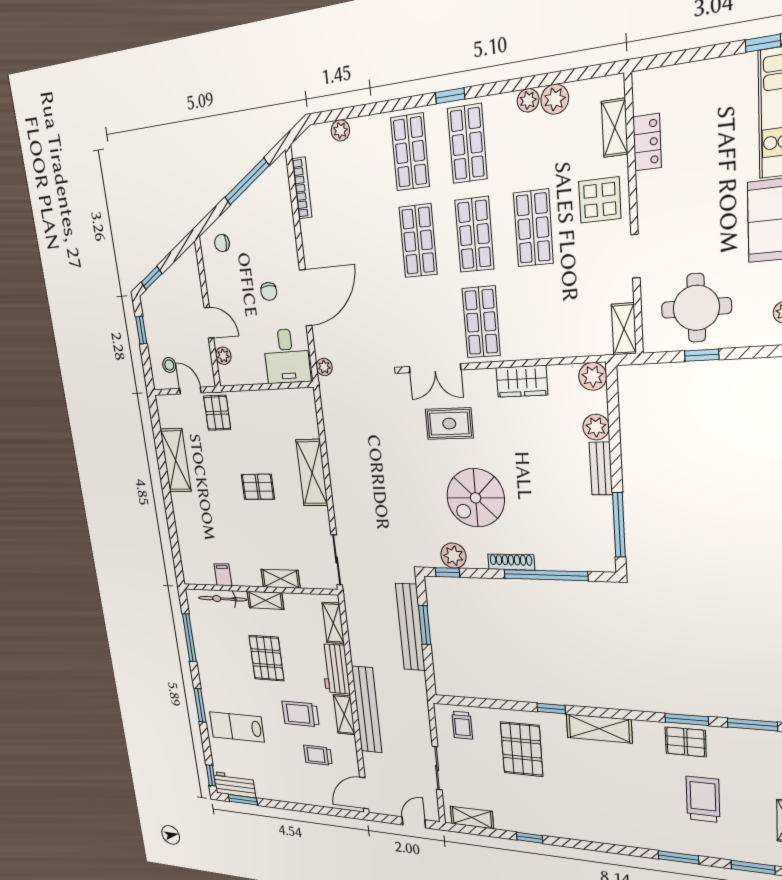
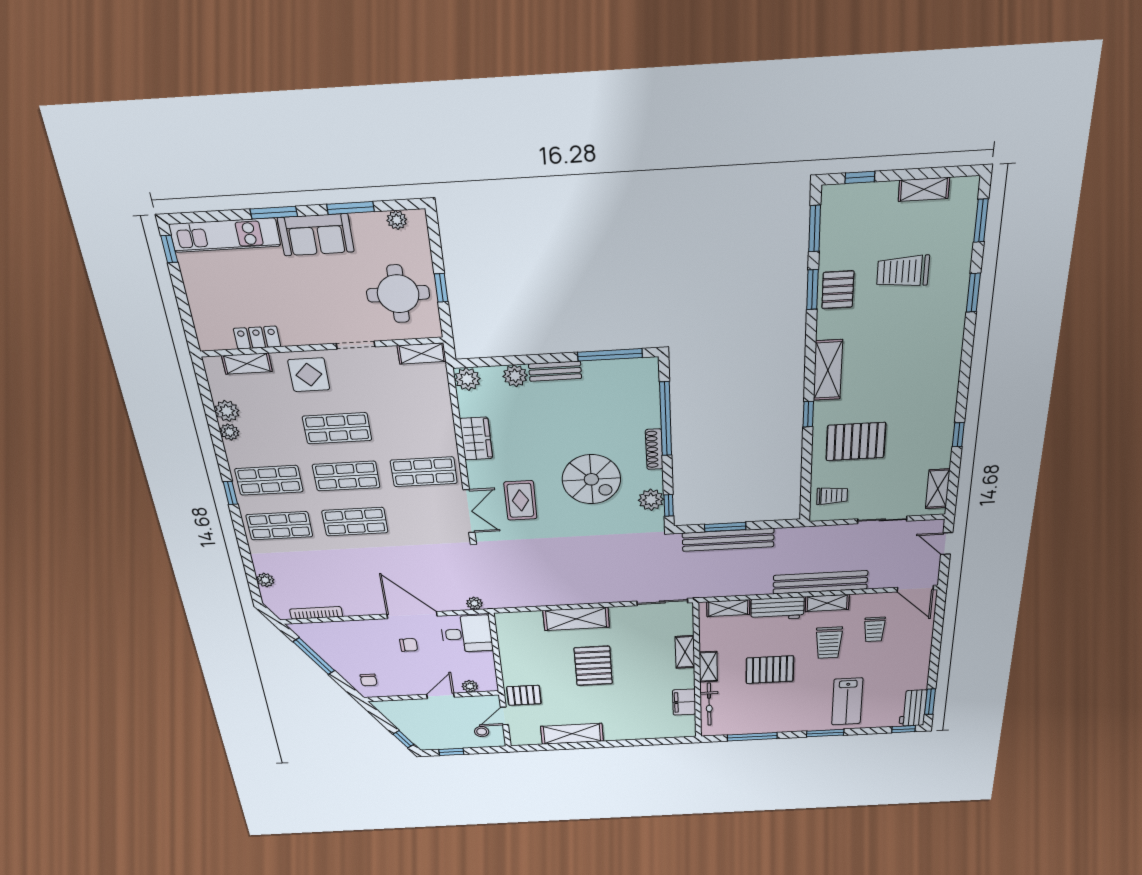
pallet: (258, 487) -> (593, 666), width x1.50, depth x1.42
filing cabinet: (223, 575) -> (684, 702), width x2.00

